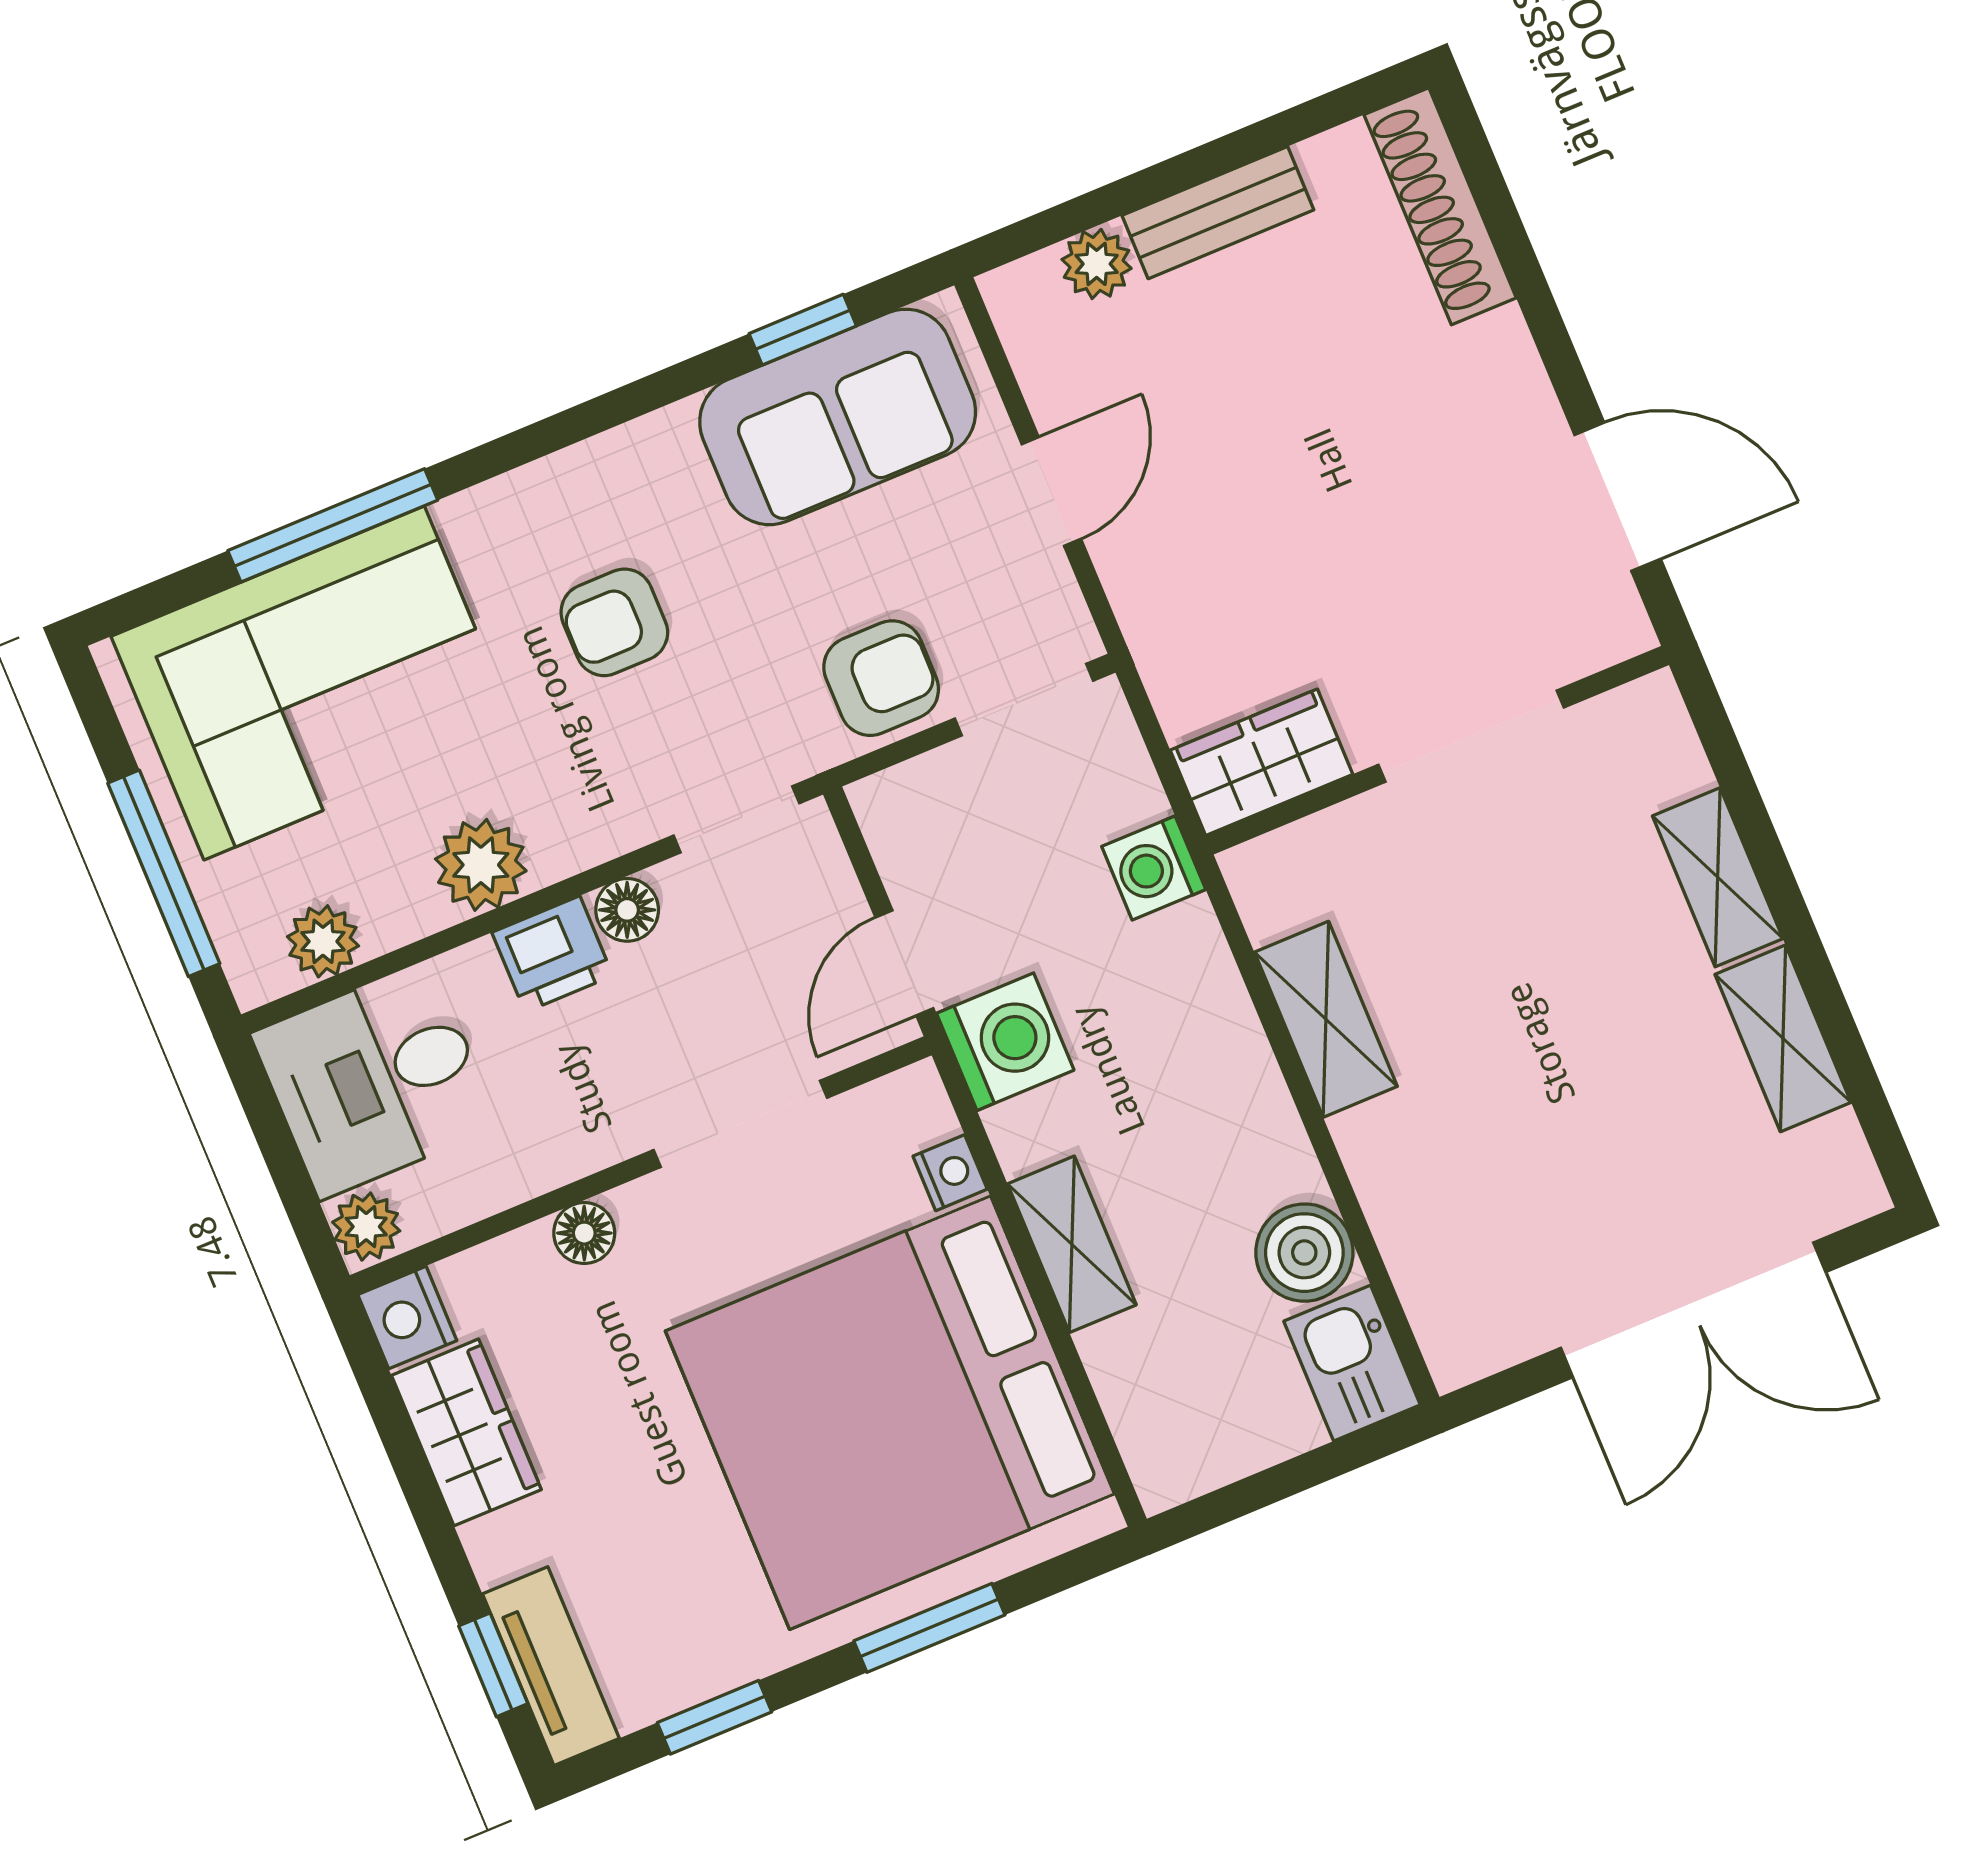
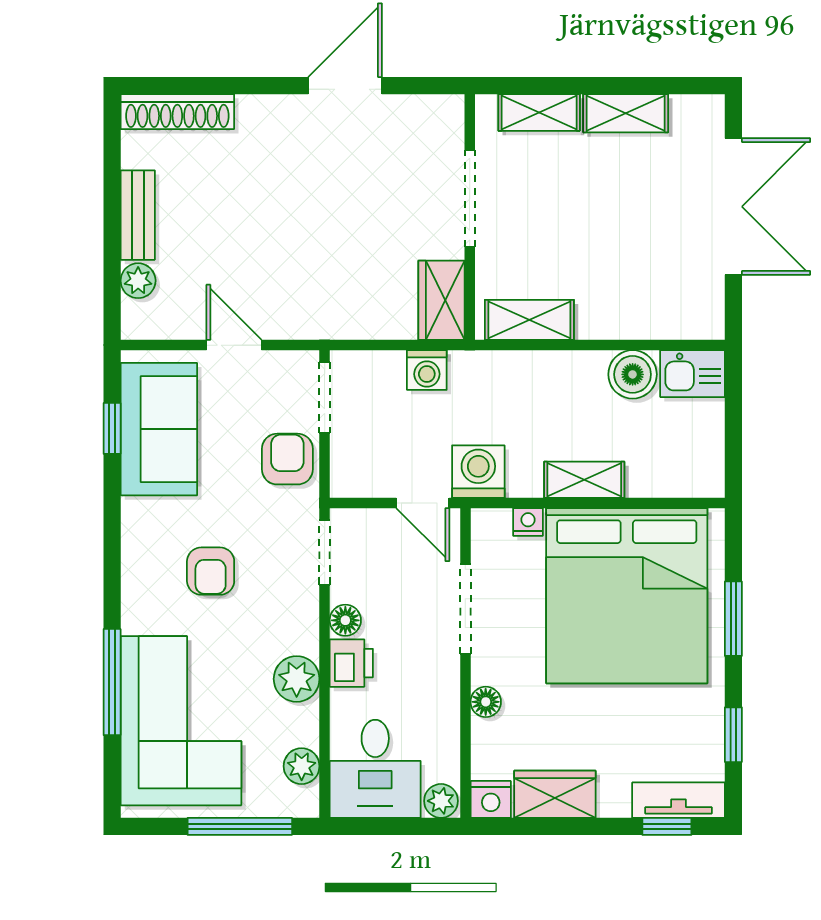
doorway: (1471, 736) -> (470, 199), moved
wall: (1437, 750) -> (470, 217), moved
wardrobe: (1262, 762) -> (442, 300), moved

